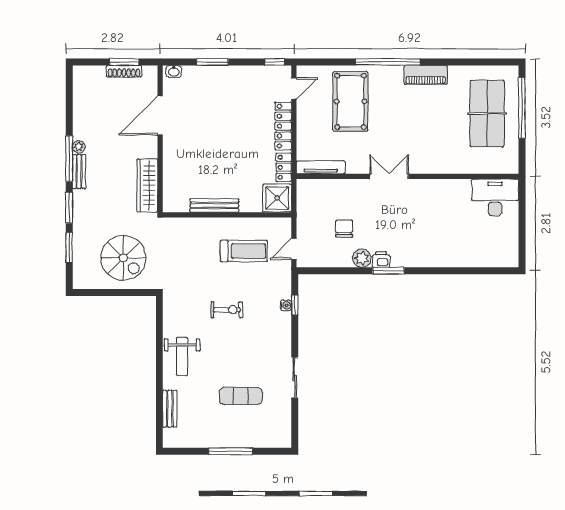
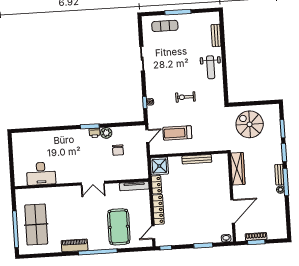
desk: (495, 197) -> (41, 174), moved
weight bench: (182, 356) -> (211, 67), turned 180
exercise mat: (241, 396) -> (165, 26), moved

